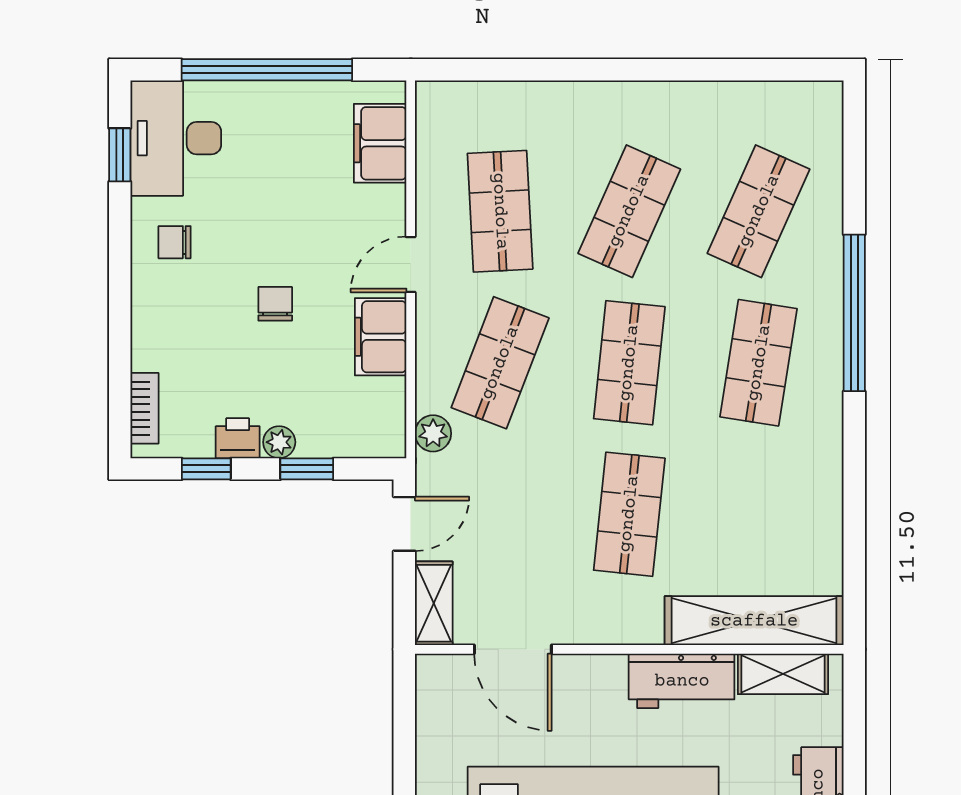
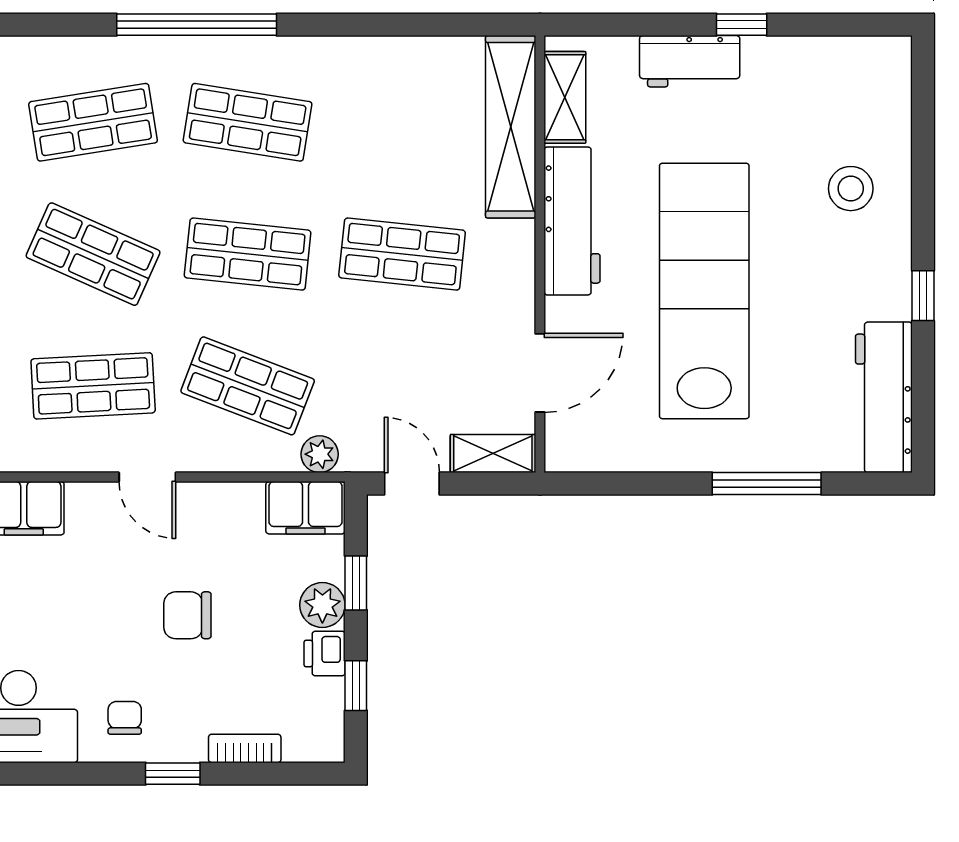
window: (120, 155) -> (173, 774), moved
shop shelf: (759, 211) -> (93, 122), turned -33
chair: (175, 242) -> (125, 718), turned 180
chair: (275, 304) -> (187, 615), width x1.37, depth x1.37
filing cabinet: (381, 337) -> (305, 508), moved
bookcase: (145, 408) -> (245, 748), moved
plant: (279, 442) -> (322, 605), width x1.38, depth x1.38
workbench: (682, 681) -> (572, 221), width x1.38

